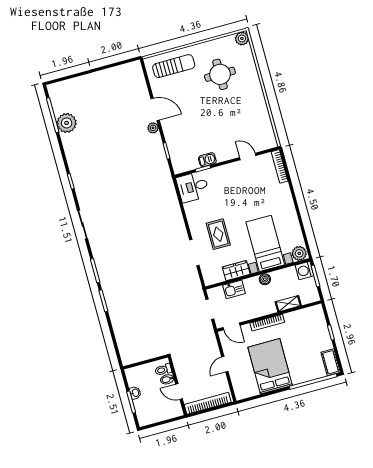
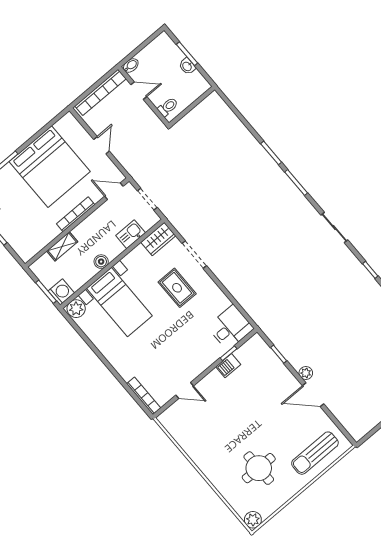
wardrobe: (236, 271) -> (158, 239), moved
bed: (270, 366) -> (50, 167), width x1.36
bidet: (167, 379) -> (131, 66), moved

